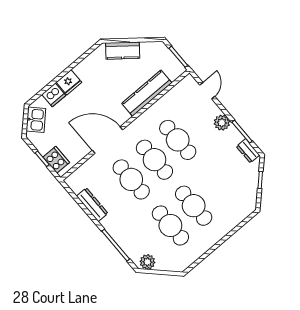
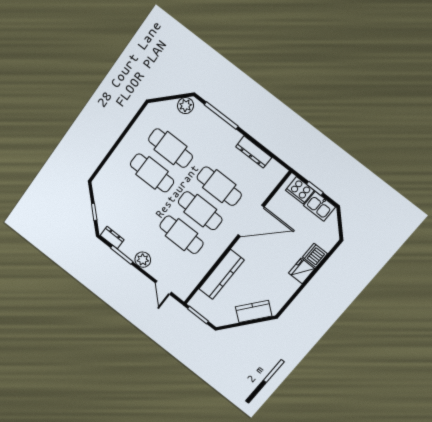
kitchen sink: (36, 120) -> (319, 206), moved, turned -45

